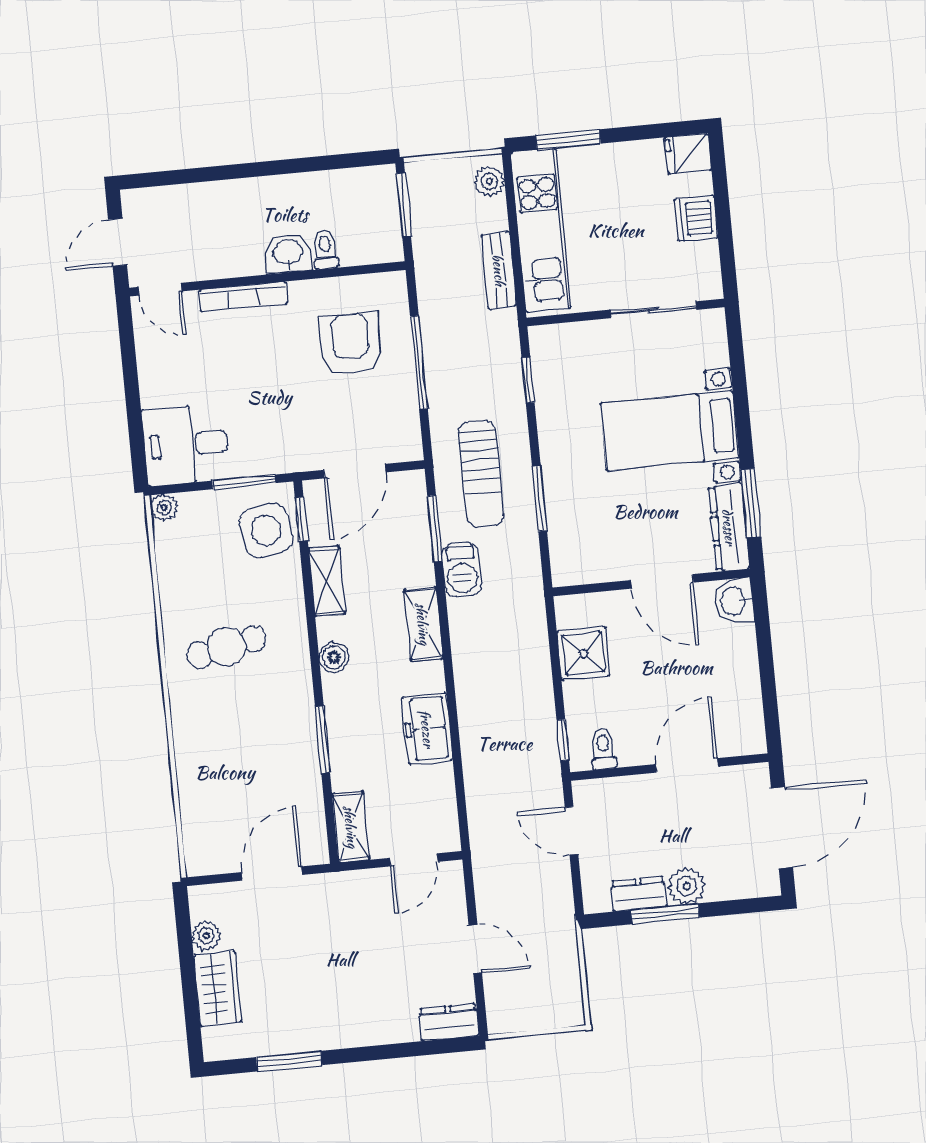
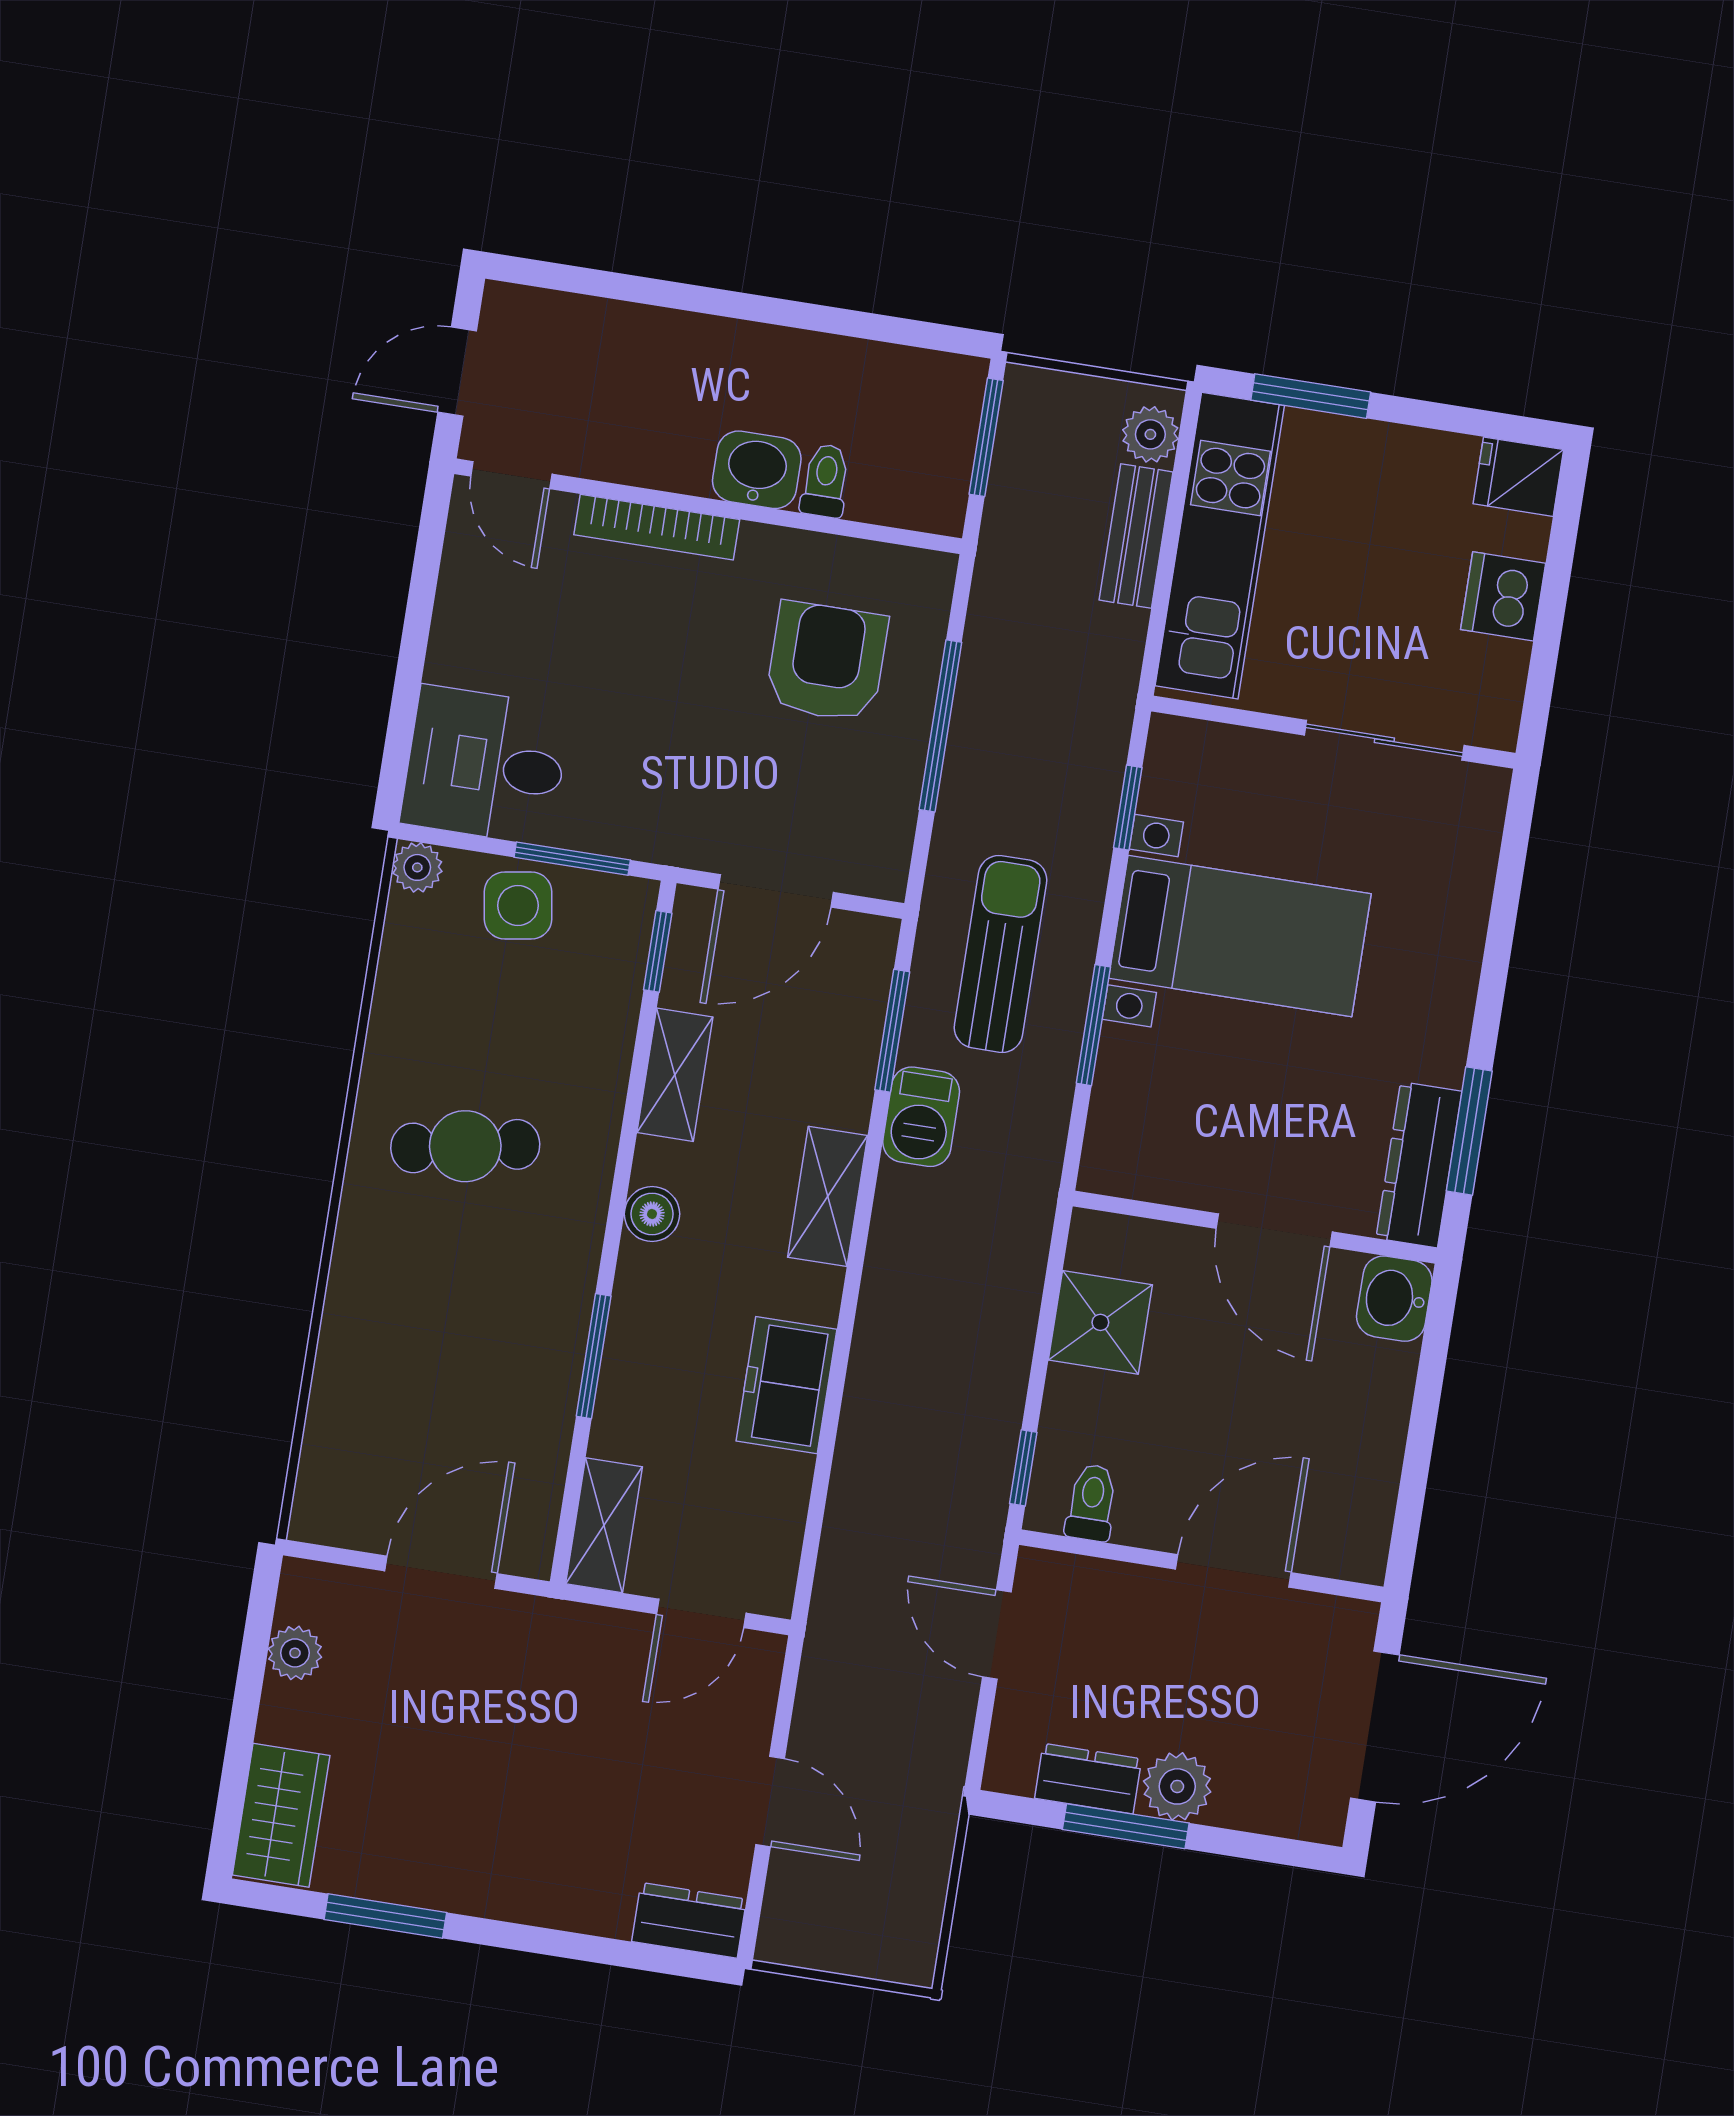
bench: (499, 270) -> (1136, 536), moved
bed with nightstands: (670, 431) -> (1240, 936), moved, turned 180
sun lounger: (481, 474) -> (1001, 954), turned 180
side table: (266, 530) -> (518, 905), moved, width x0.73, depth x0.73
wardrobe: (218, 988) -> (281, 1815), moved

